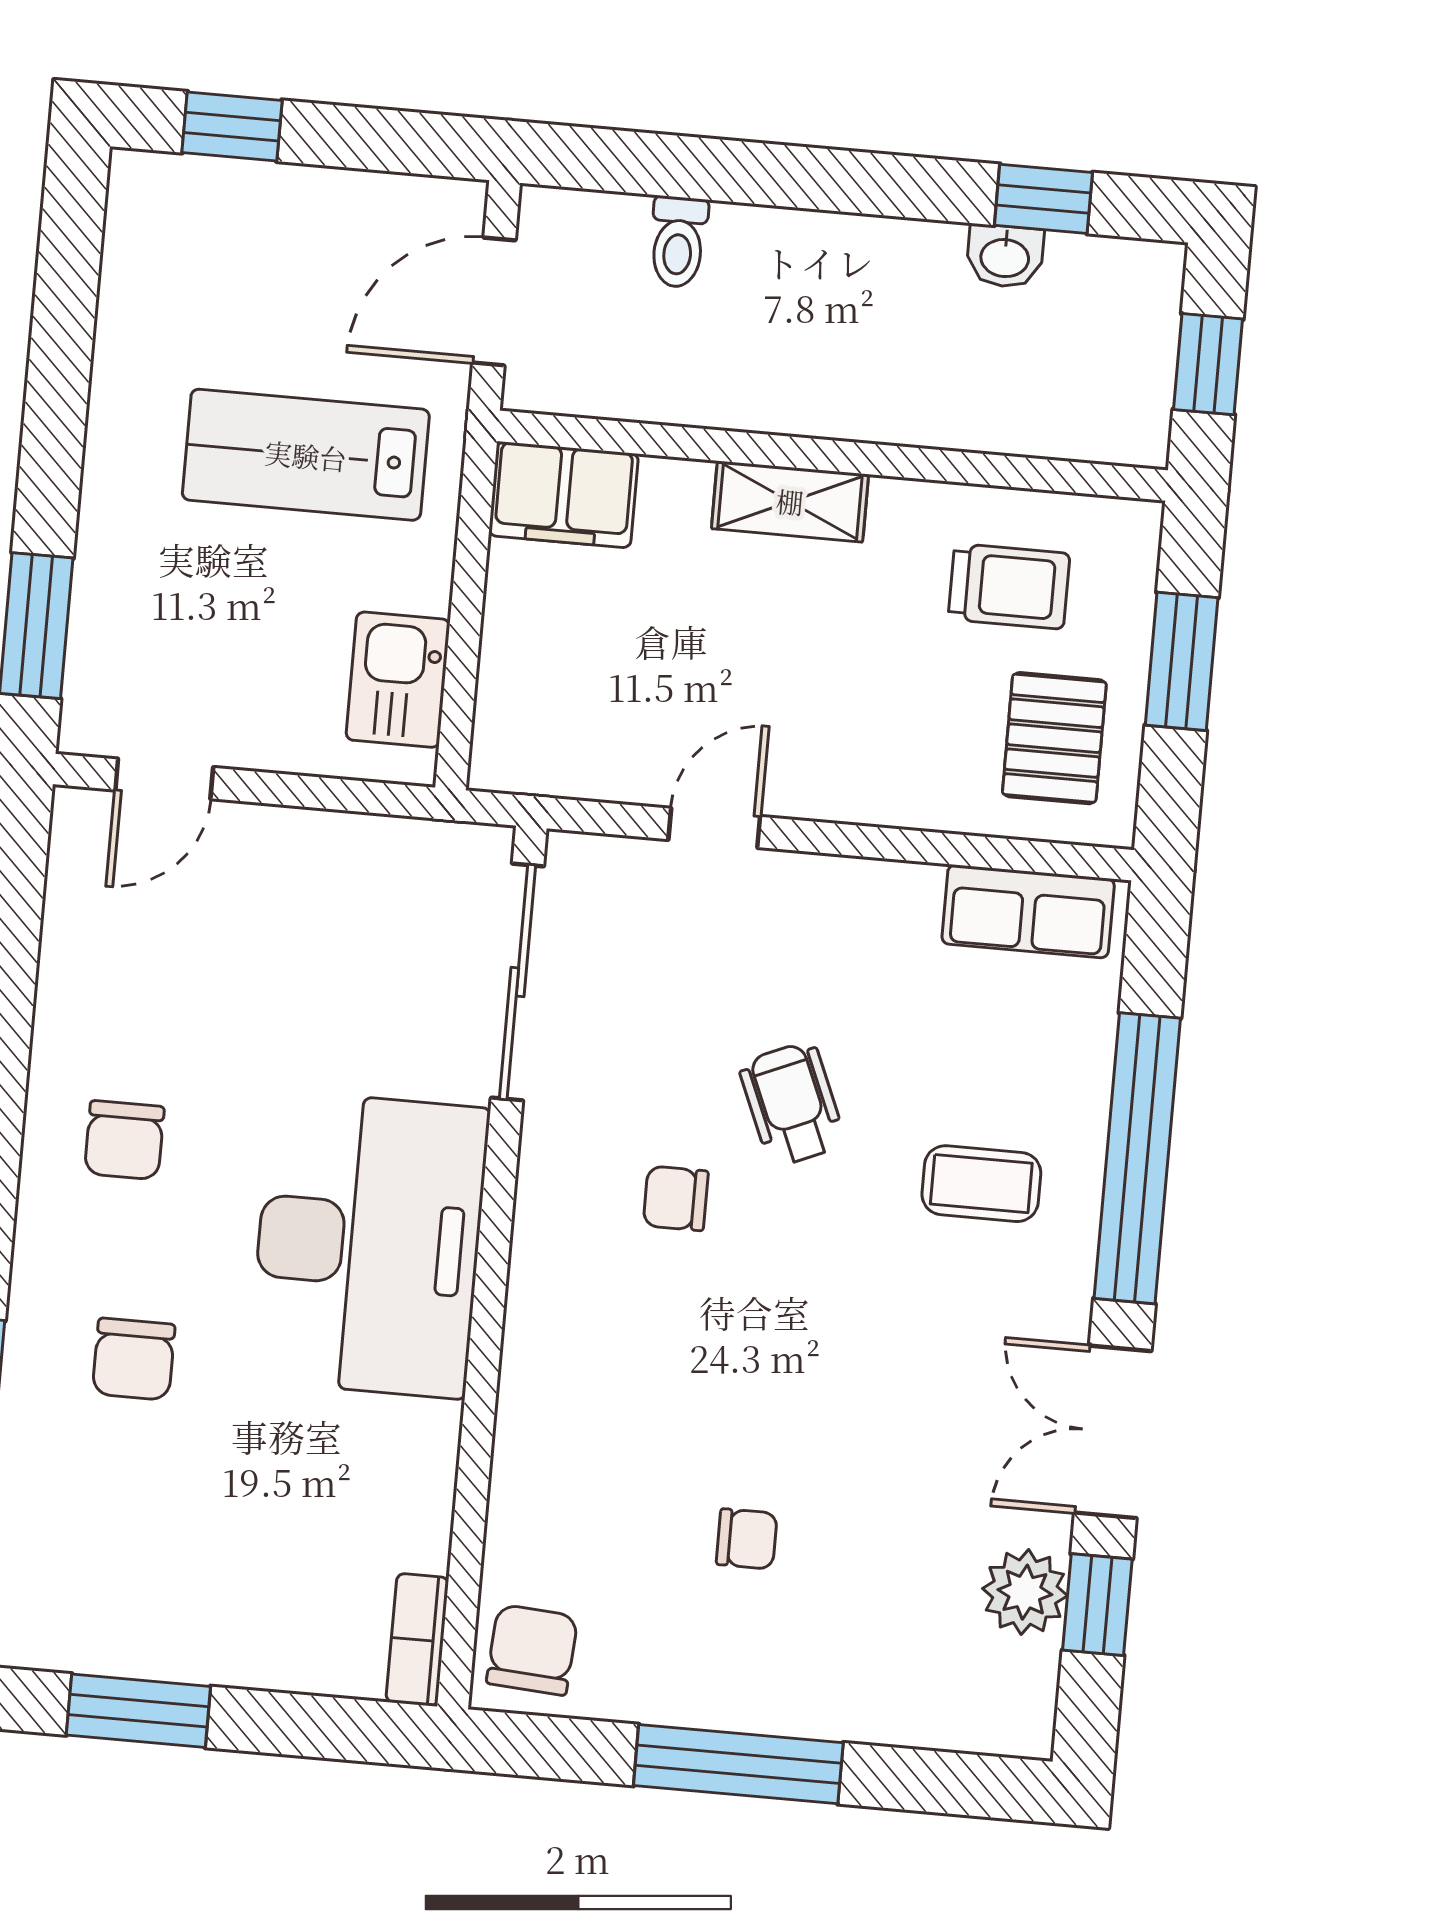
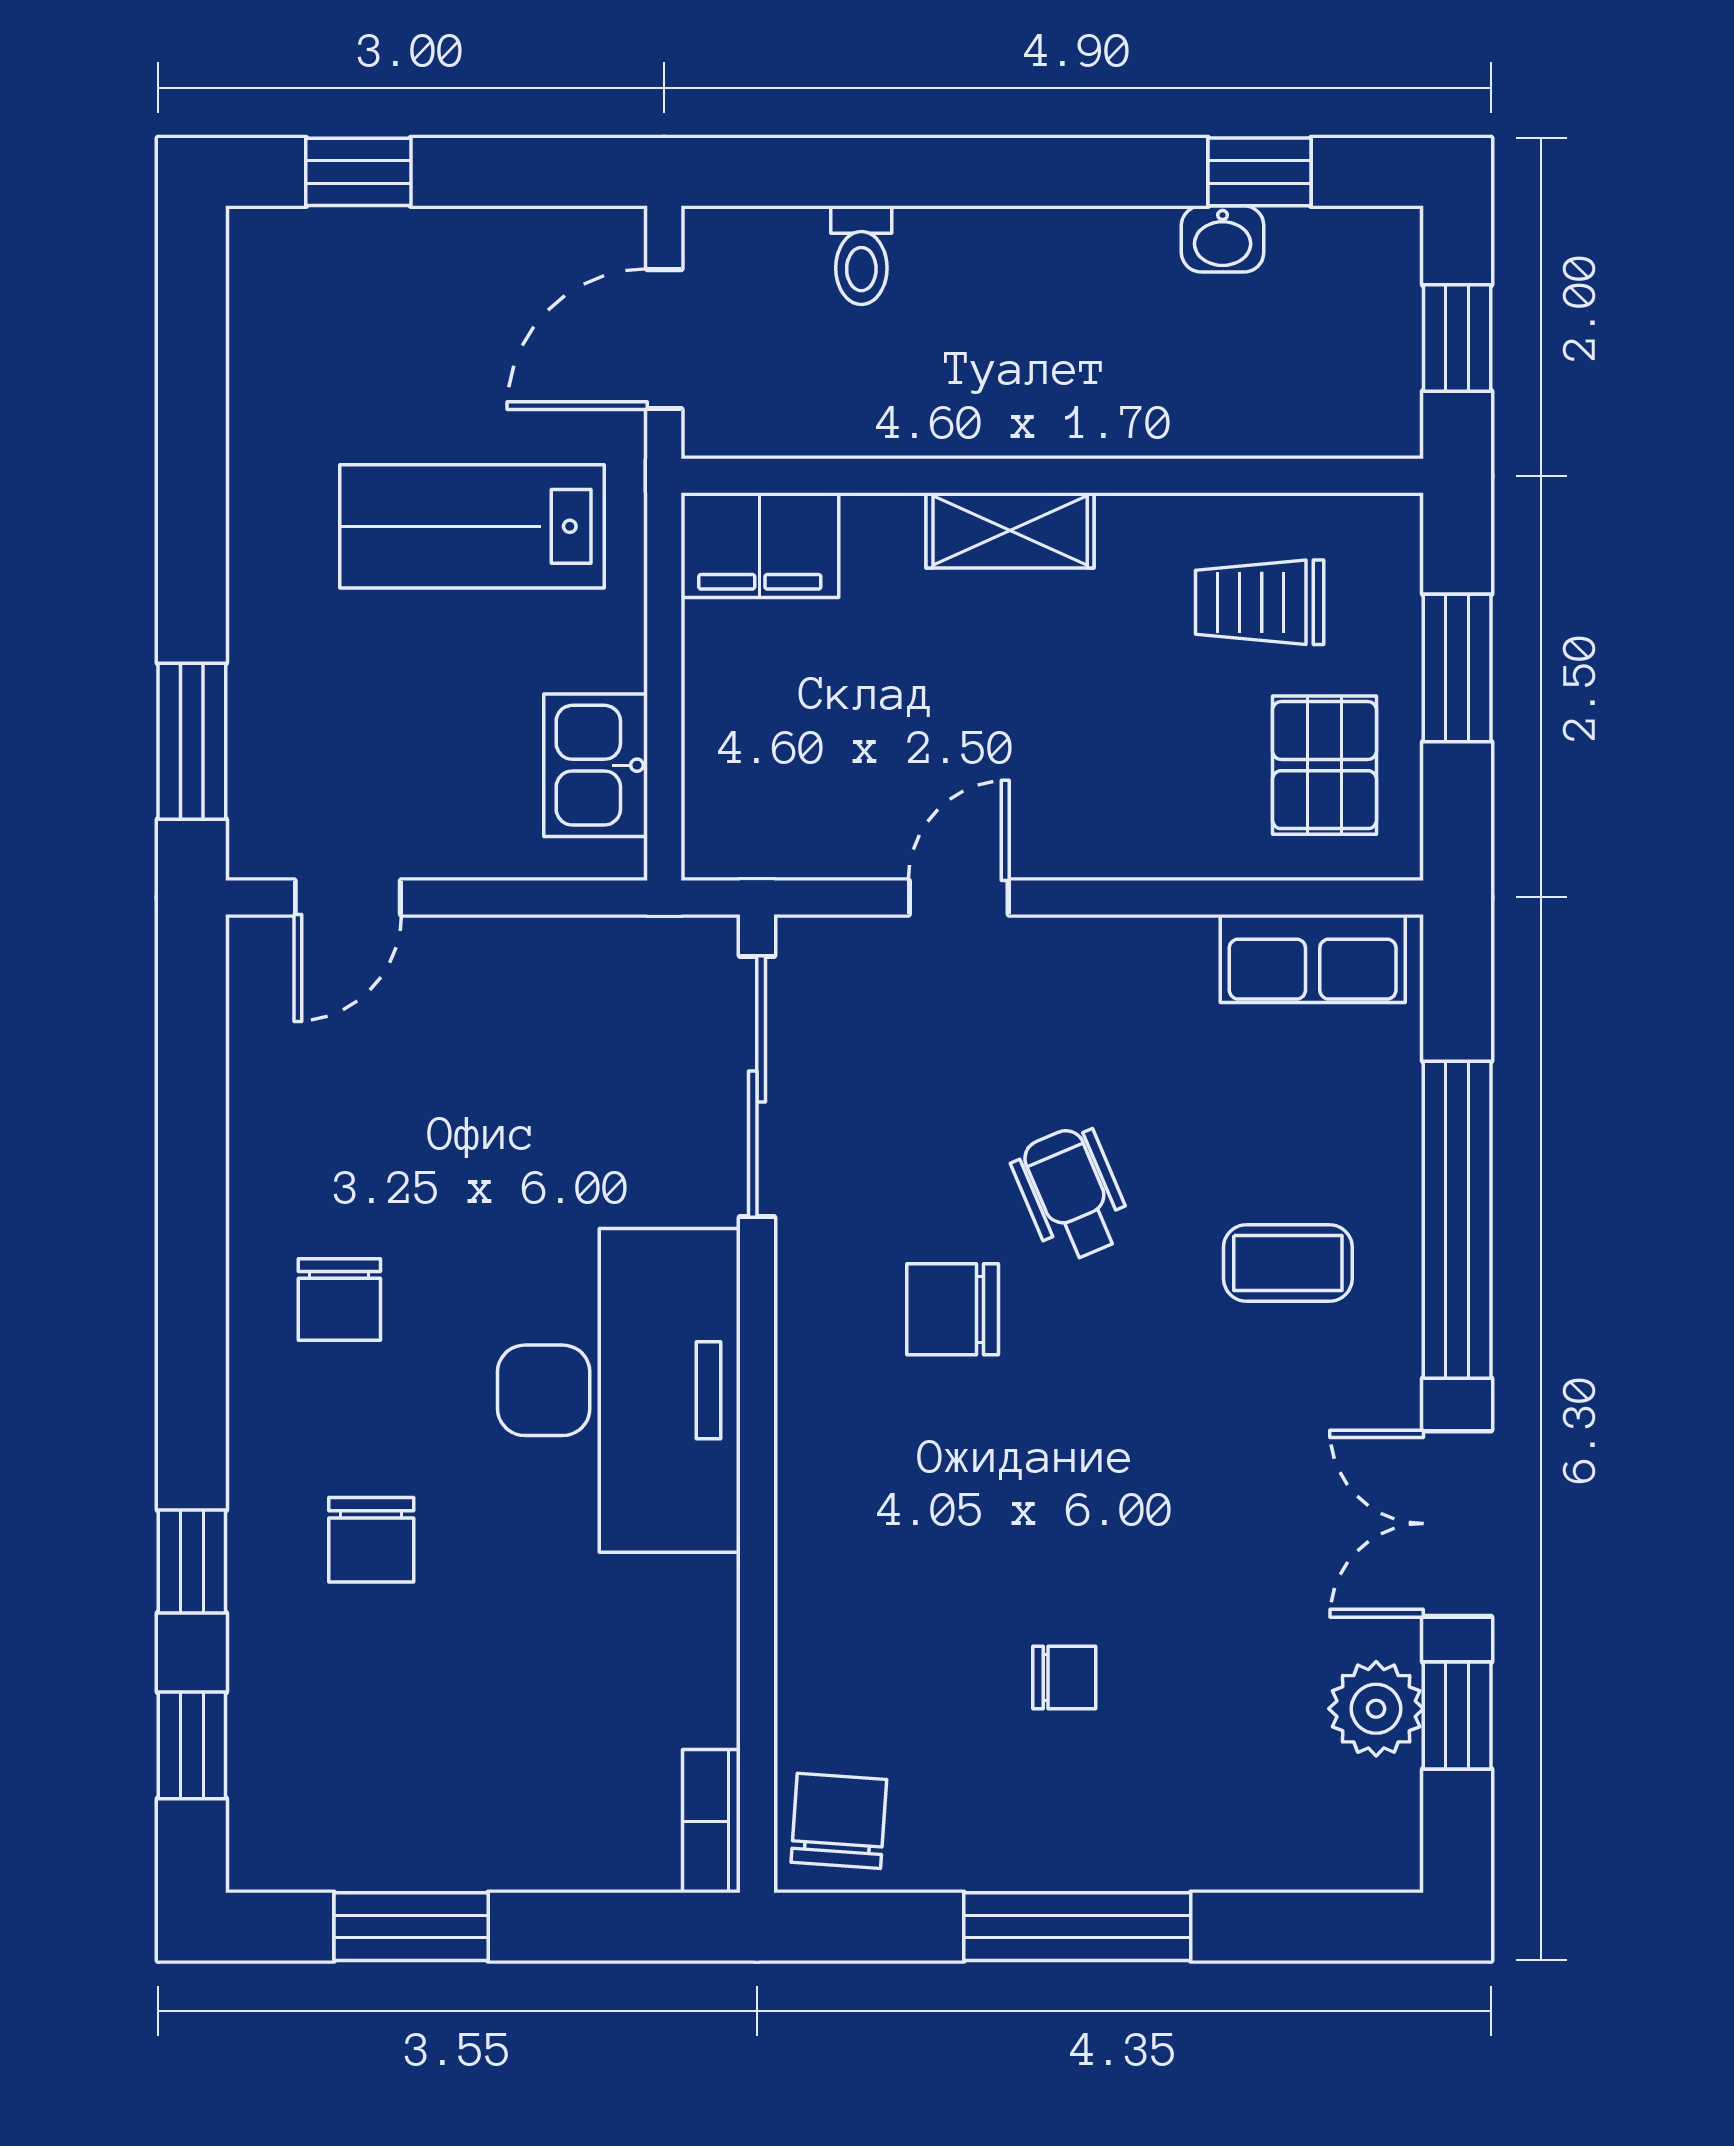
trolley: (1009, 586) -> (1260, 602), turned 180
chair: (676, 1198) -> (953, 1309), width x1.37, depth x1.37

